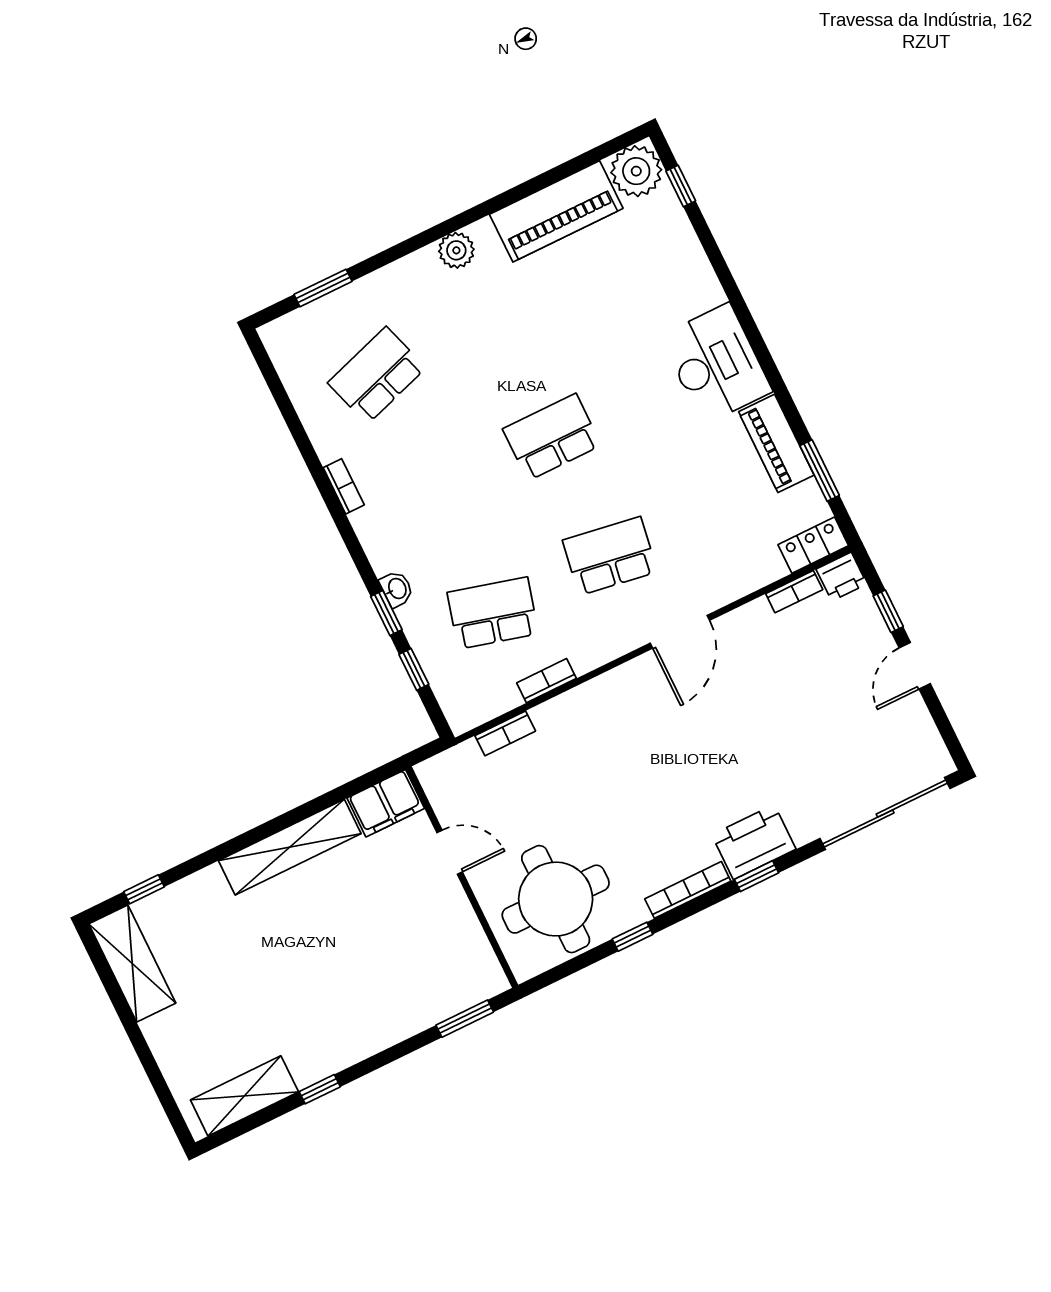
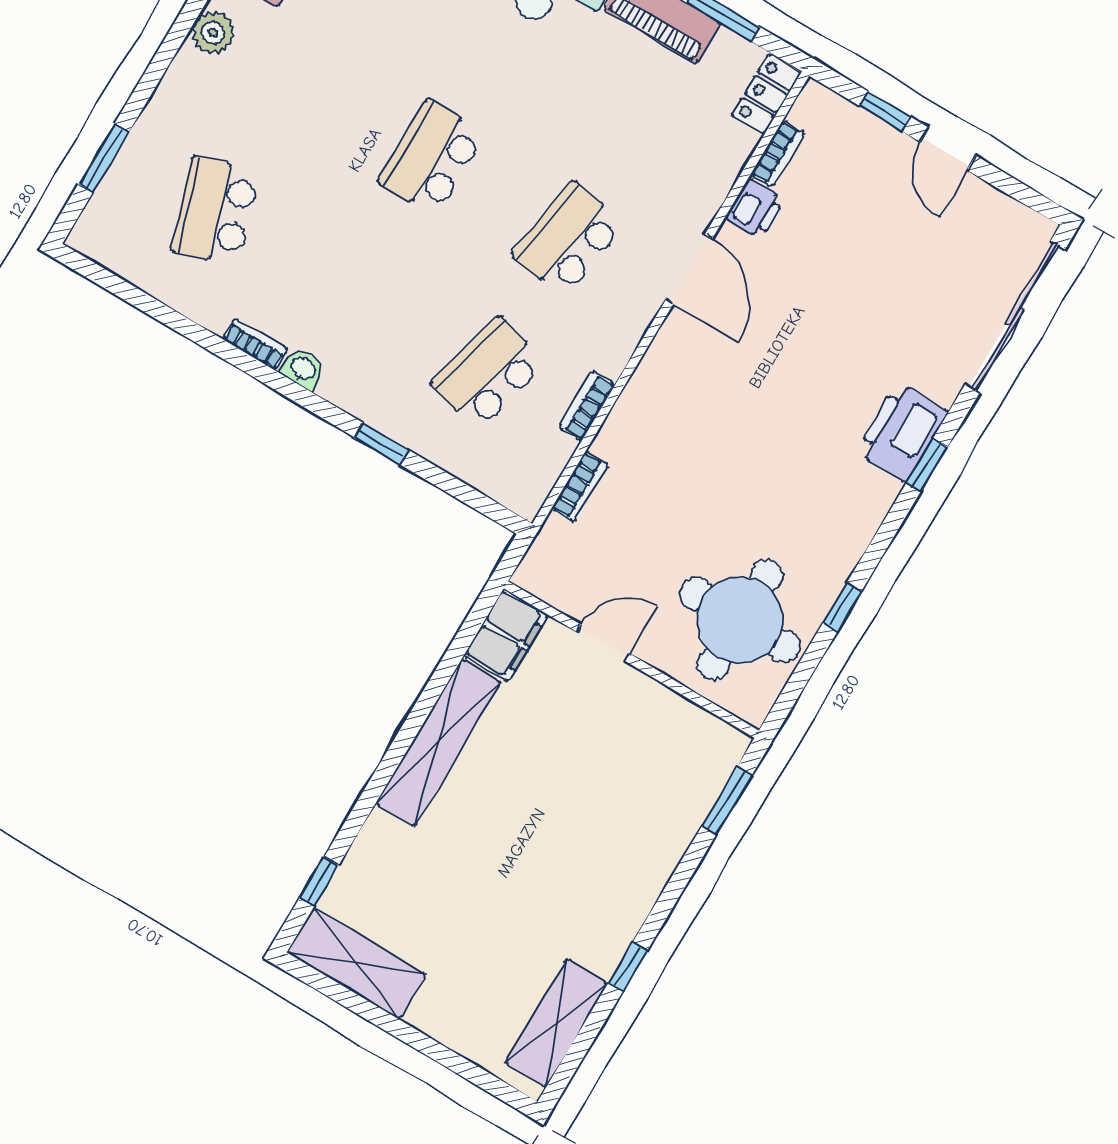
printer: (841, 577) -> (755, 209), moved
washbasin: (397, 589) -> (303, 369), moved
window: (414, 669) -> (446, 482), removed
bookcase: (688, 890) -> (867, 524), removed

